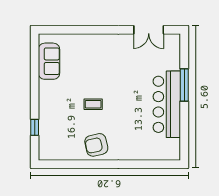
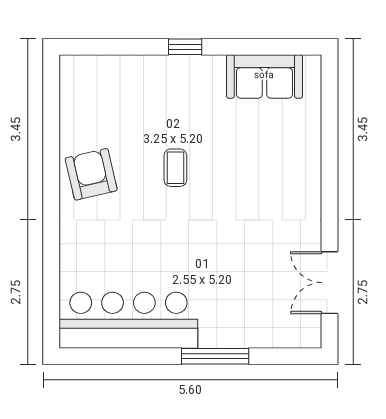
bar counter: (167, 104) -> (128, 320), moved
window: (35, 127) -> (185, 47), moved

